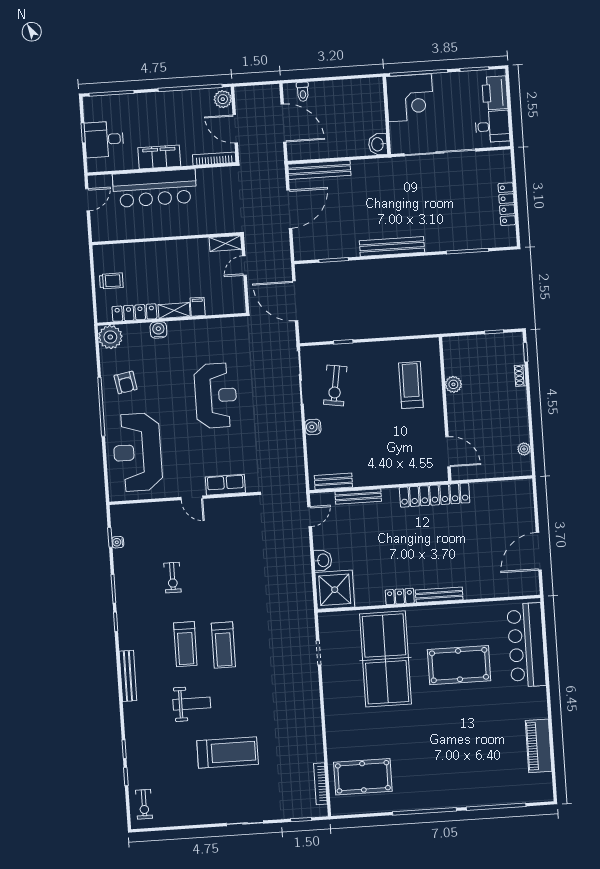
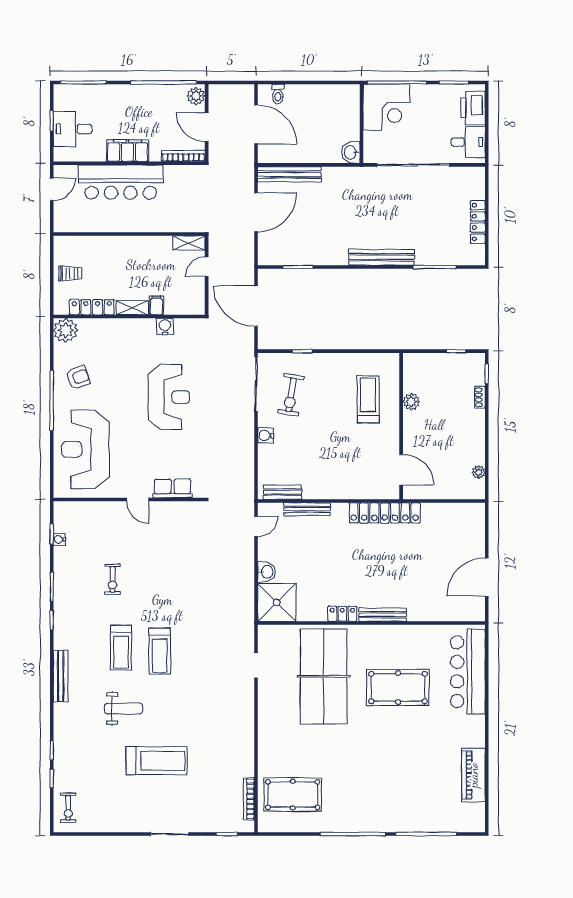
bench: (392, 246) -> (382, 257), moved
water cooler: (158, 330) -> (165, 326), moved
armchair: (126, 382) -> (78, 378), turned -99

